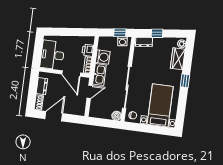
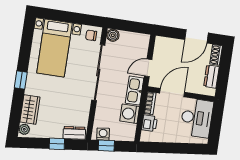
door: (71, 74) -> (172, 93), hinge flipped

